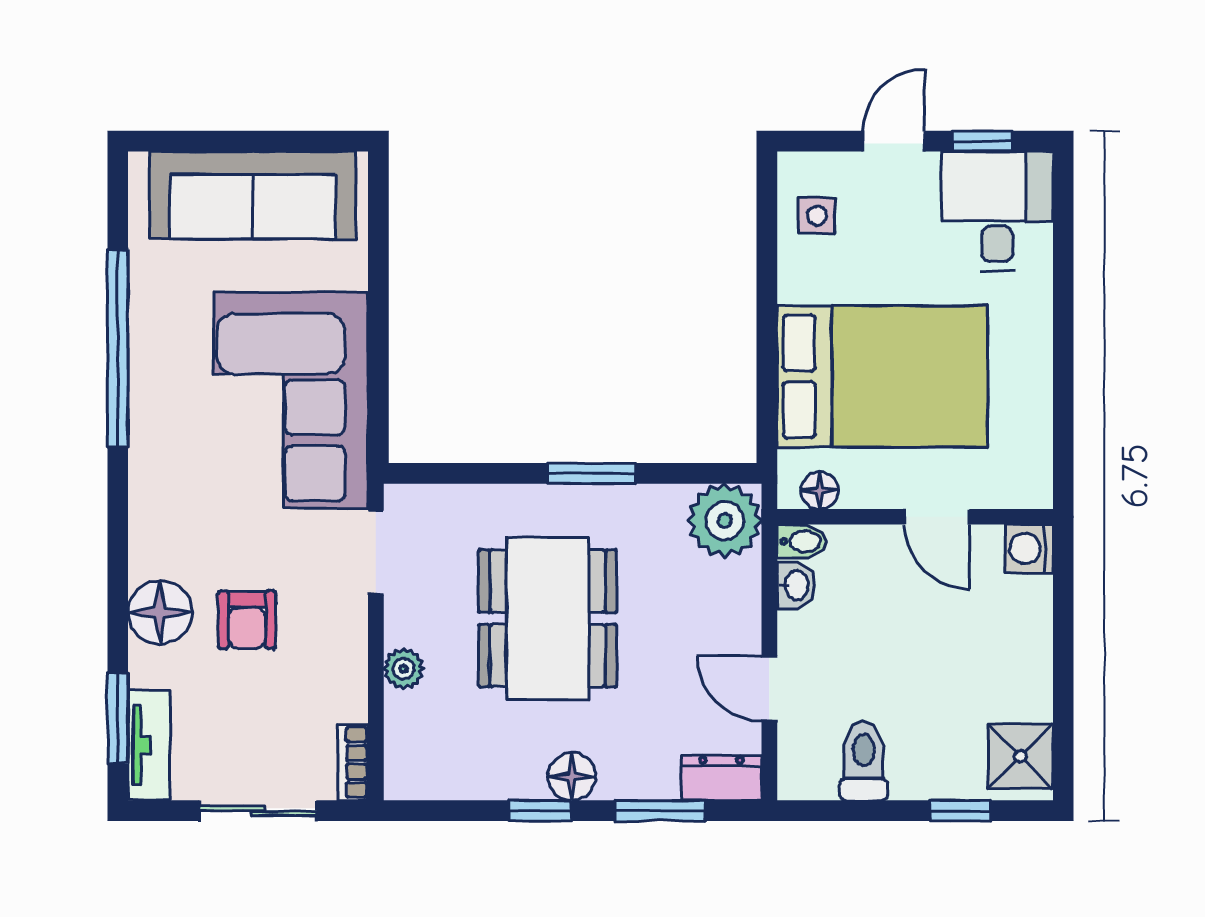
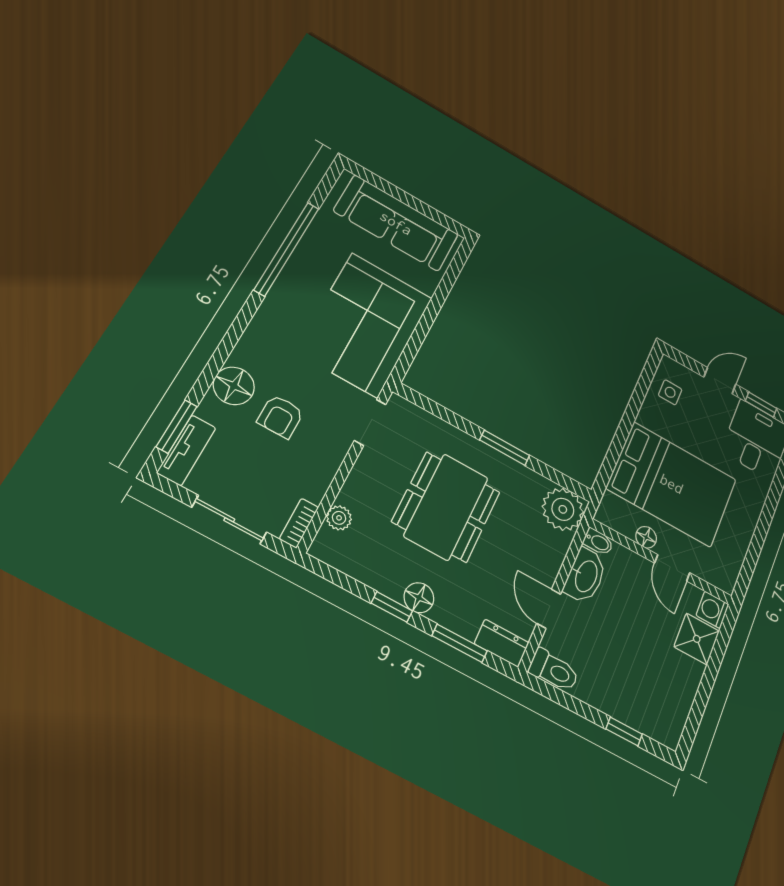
floor lamp: (820, 490) -> (646, 537), moved
washbasin: (796, 585) -> (585, 576), width x1.91, depth x1.45
plant: (404, 669) -> (339, 518), moved
shower: (1020, 756) -> (697, 639), moved
toilet: (864, 761) -> (554, 670), moved, turned 90

